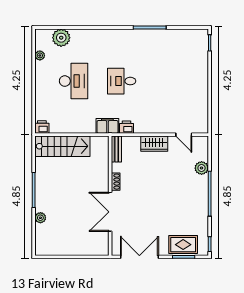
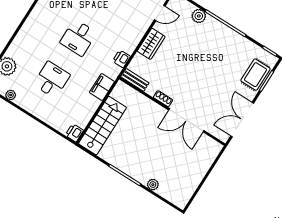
desk: (73, 81) -> (52, 80), width x0.73
filing cabinet: (107, 126) -> (102, 87), moved

